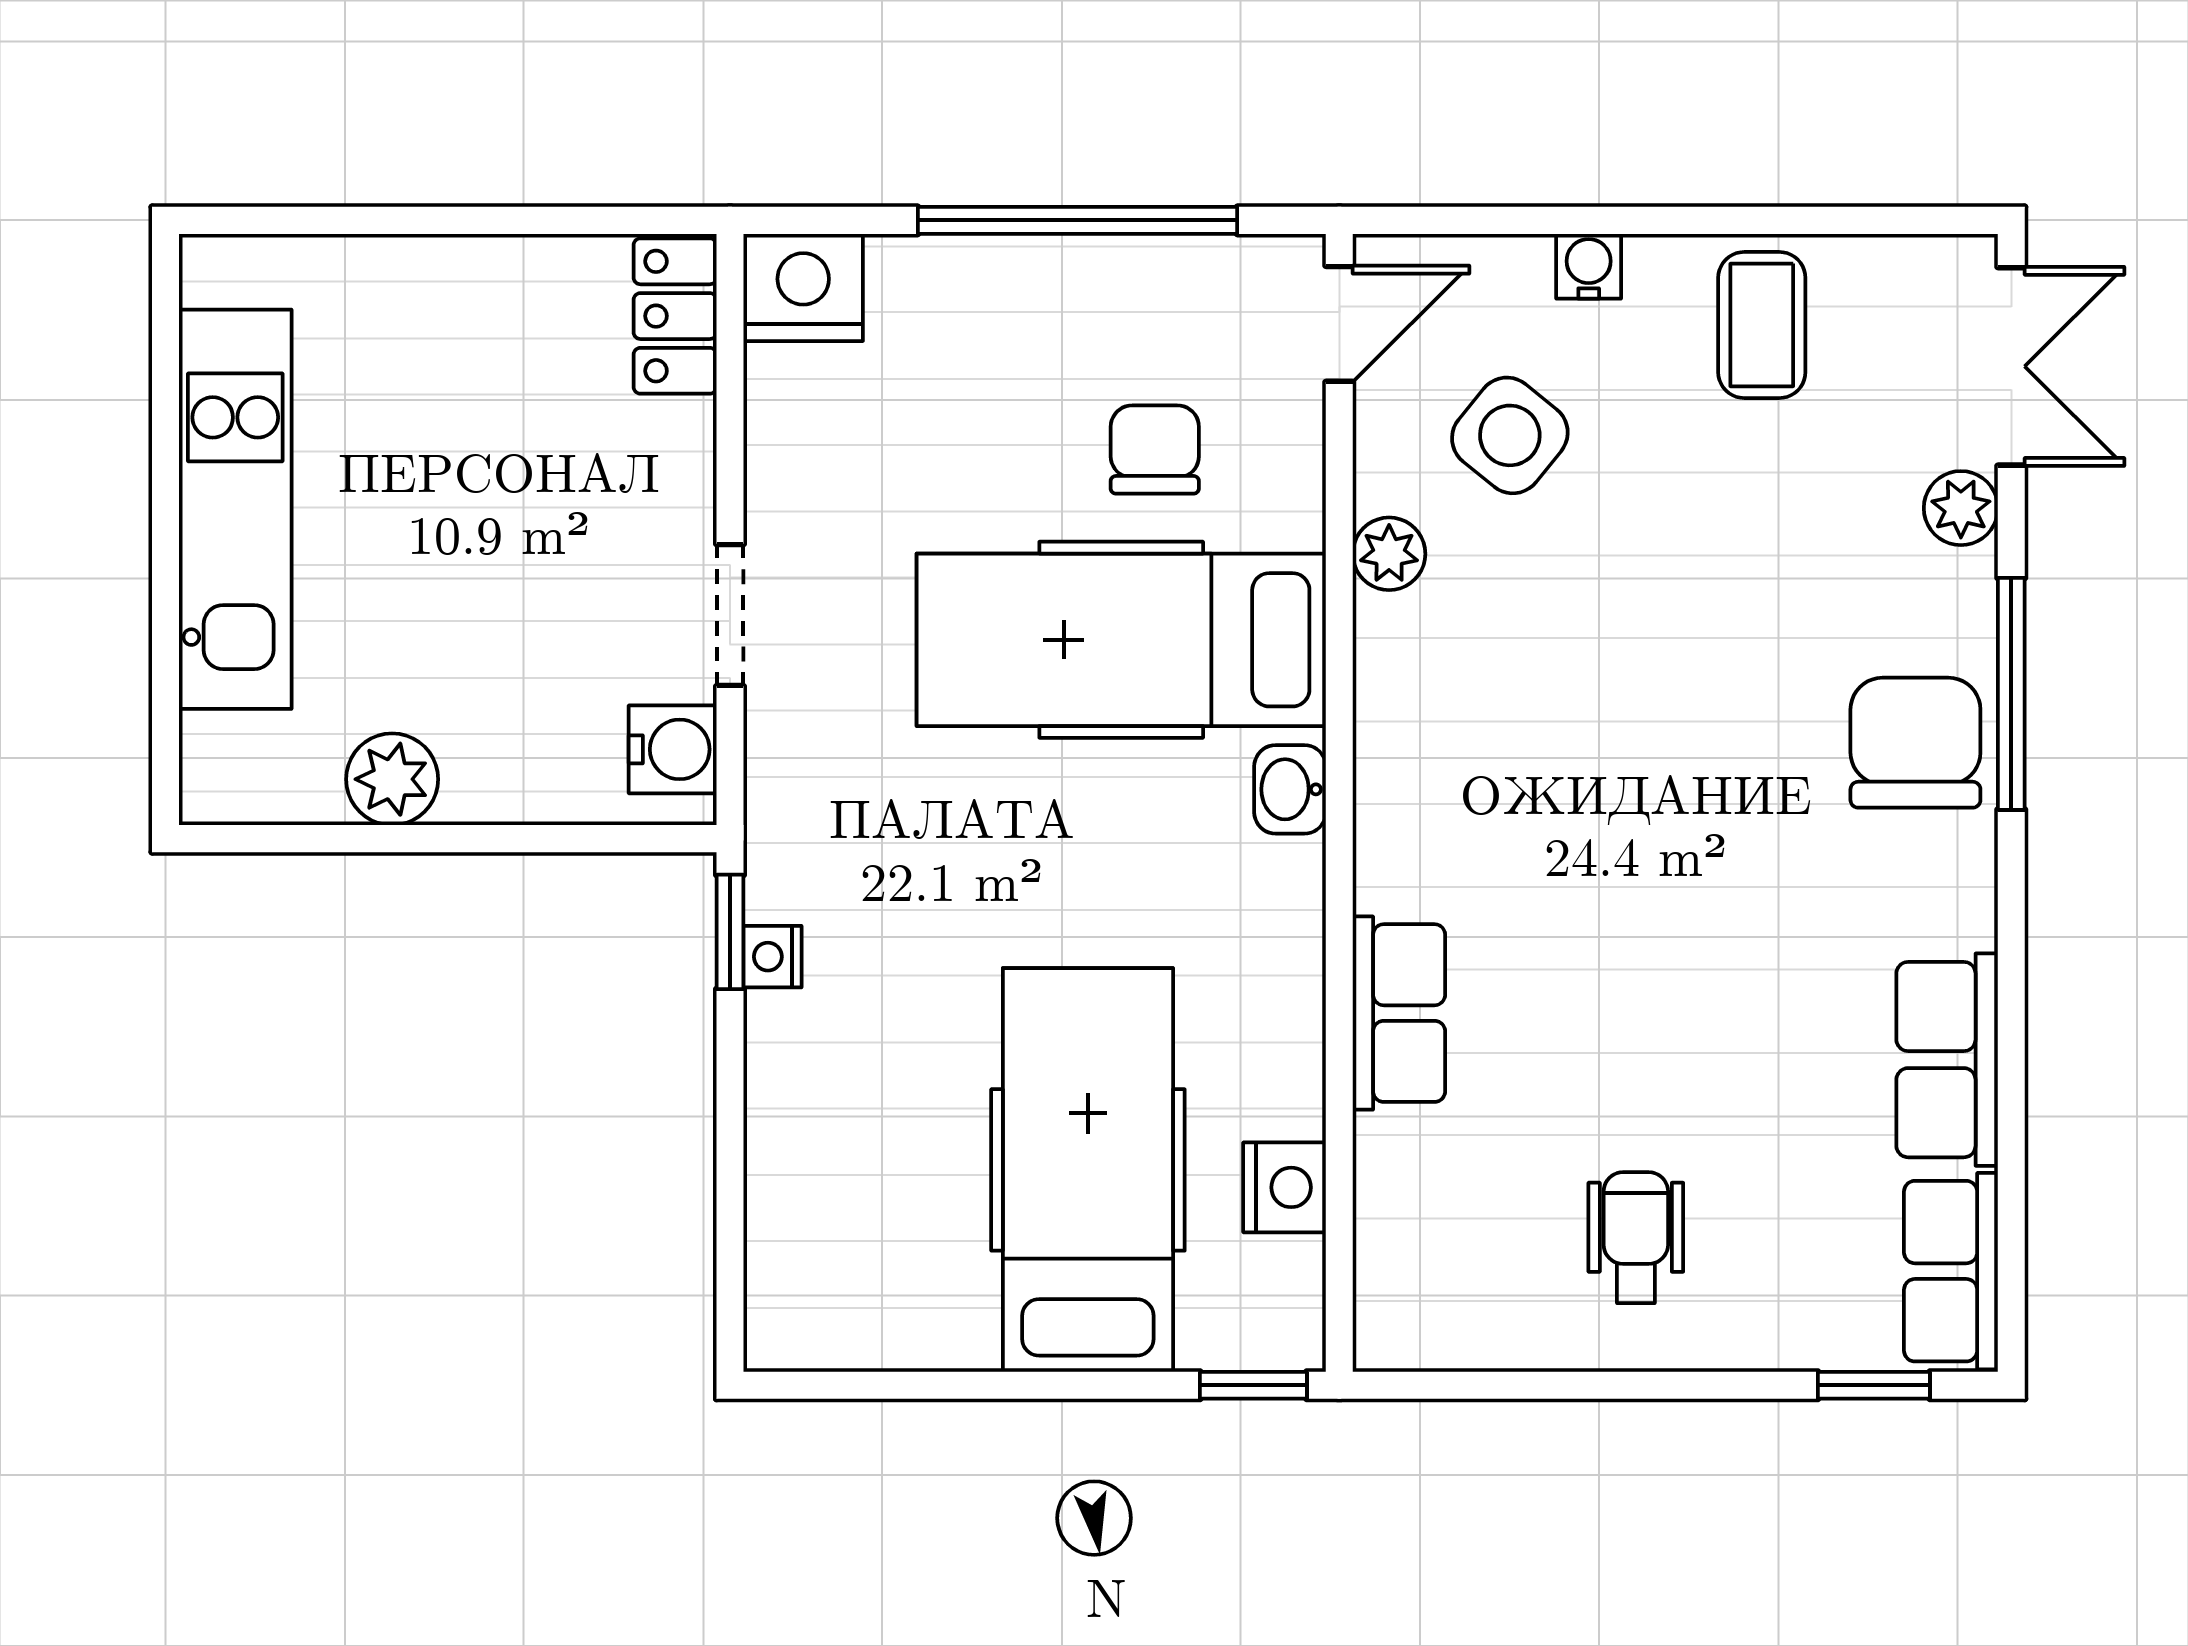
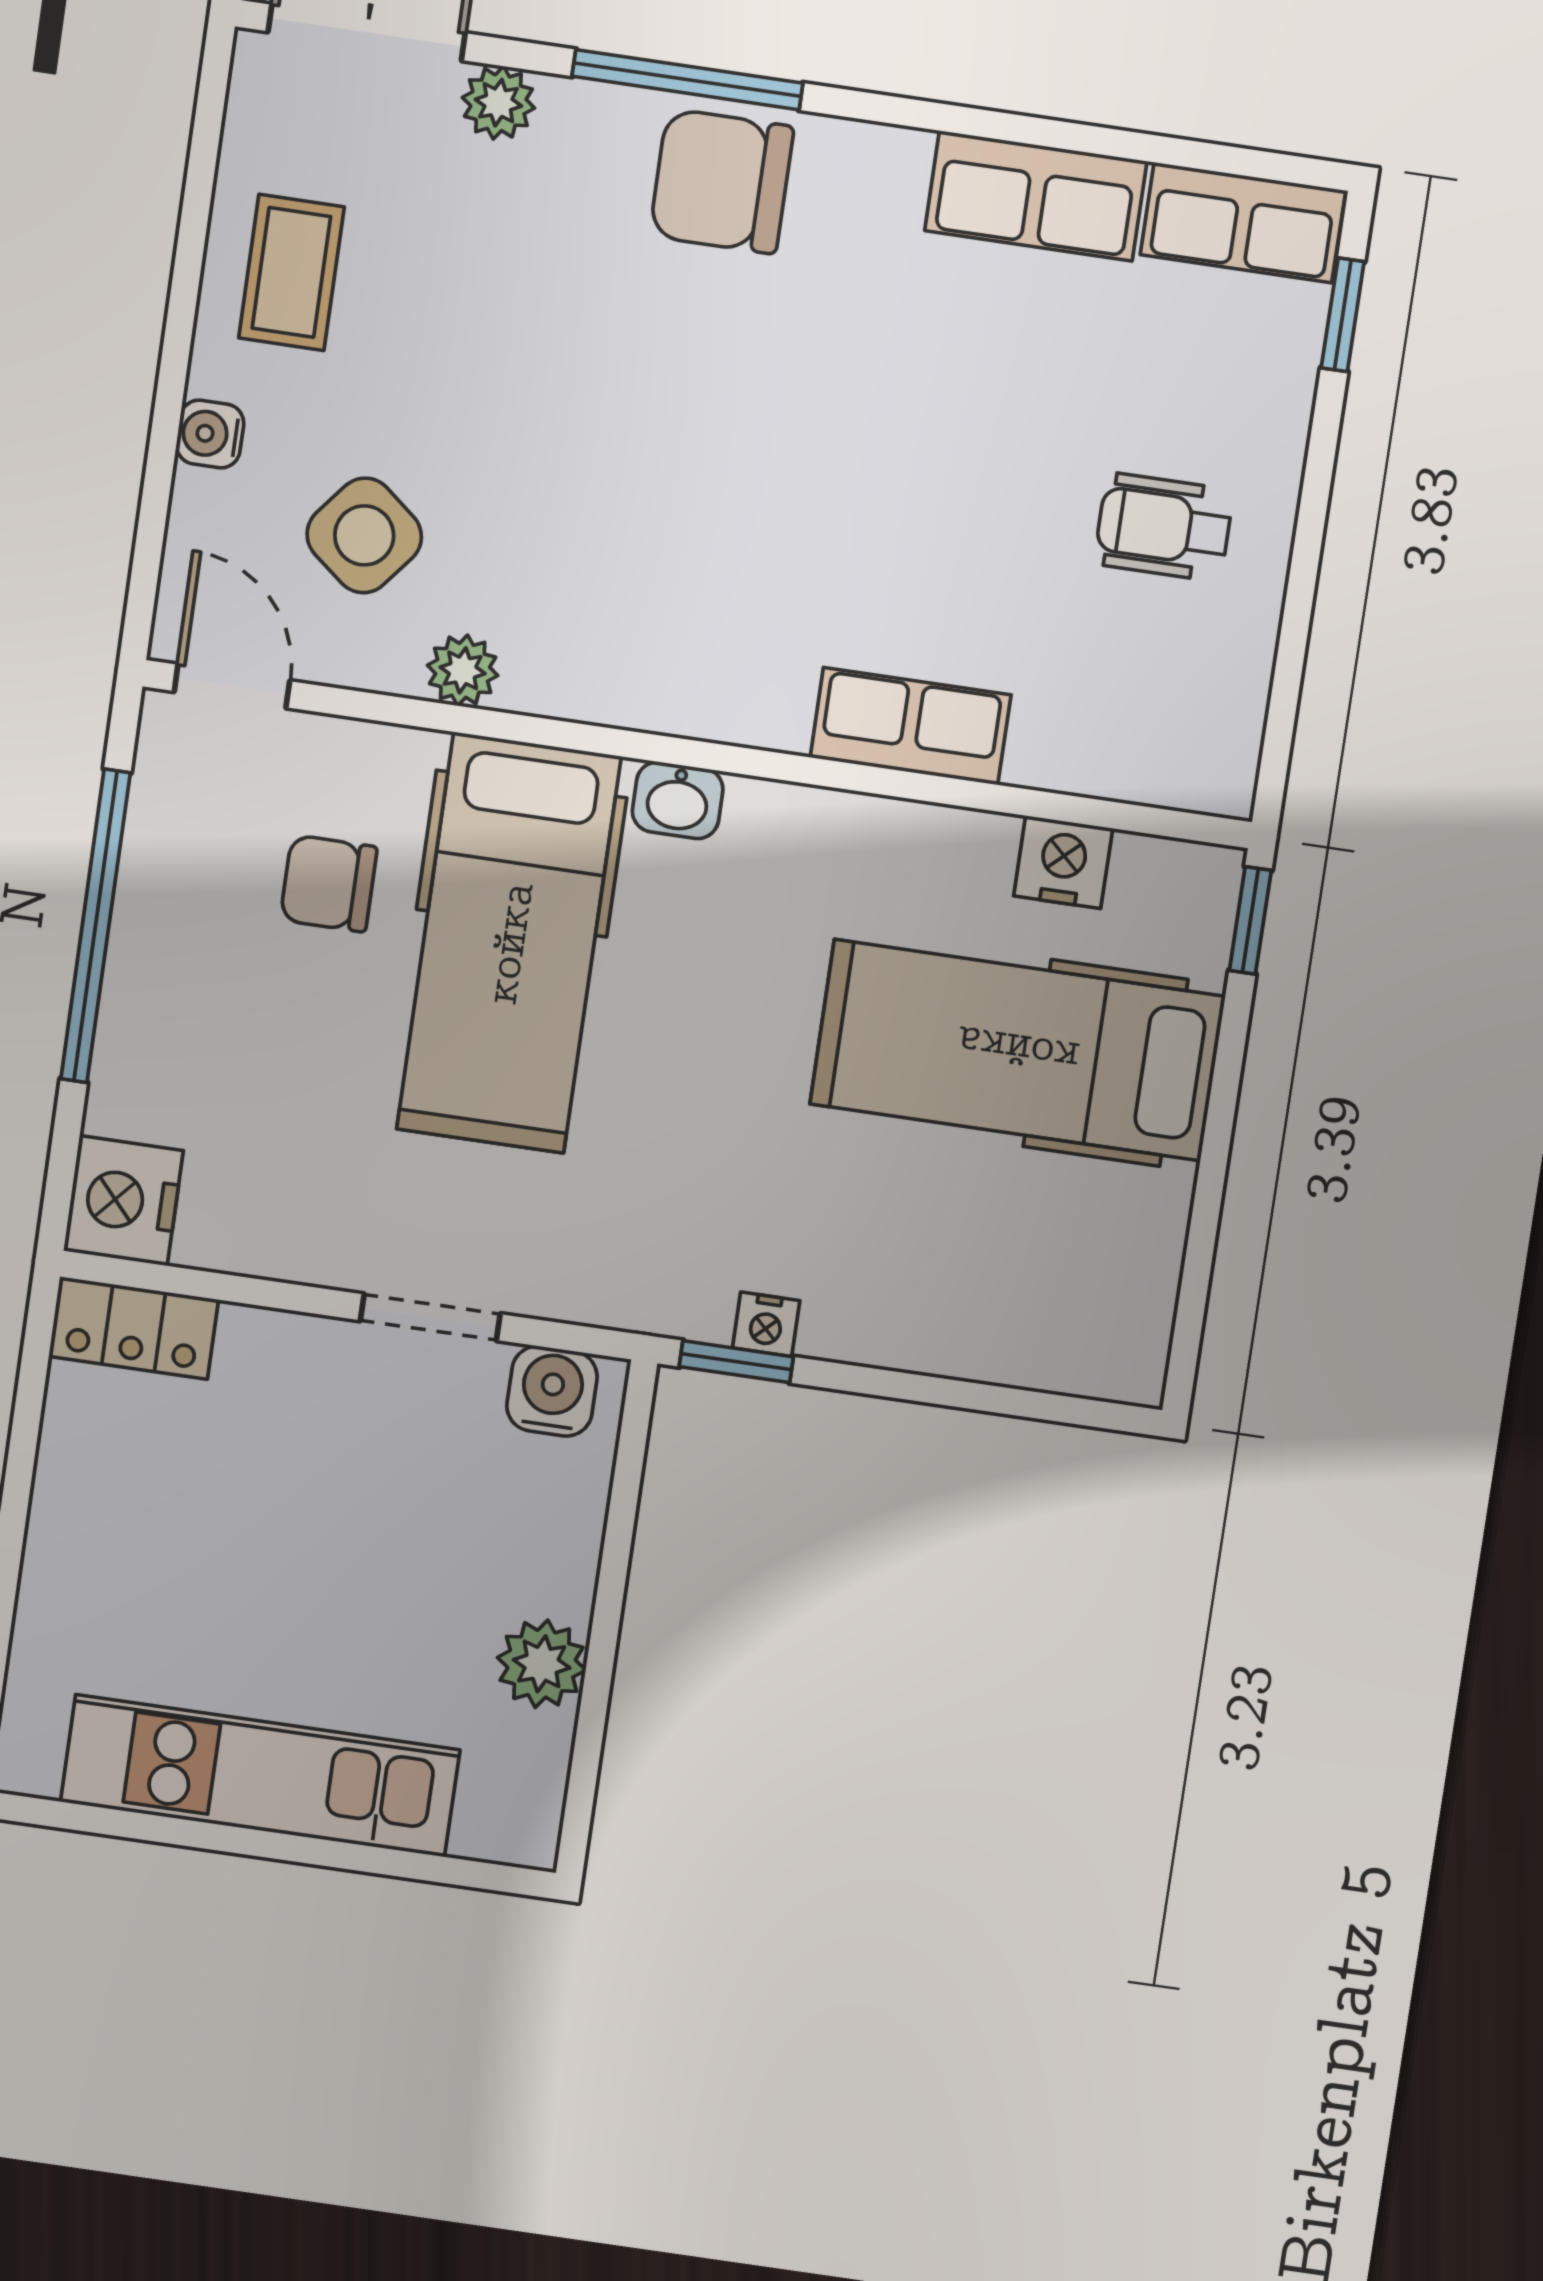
coffee table: (1762, 325) -> (291, 272), turned 90

